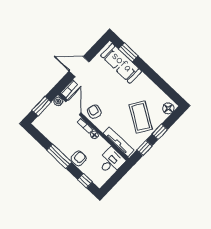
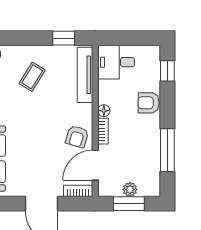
plant: (58, 101) -> (130, 189), moved
coffee table: (141, 117) -> (32, 77), width x0.54, depth x0.58
window: (160, 132) -> (28, 38), removed
window: (59, 156) -> (167, 150), moved

